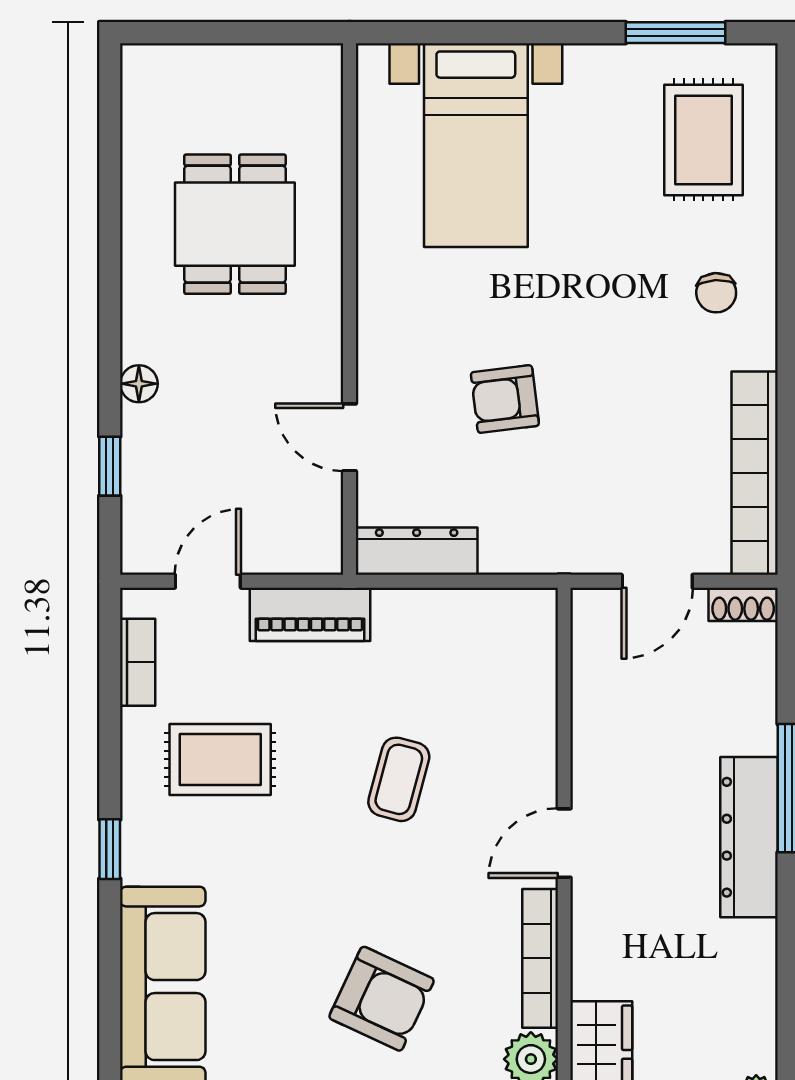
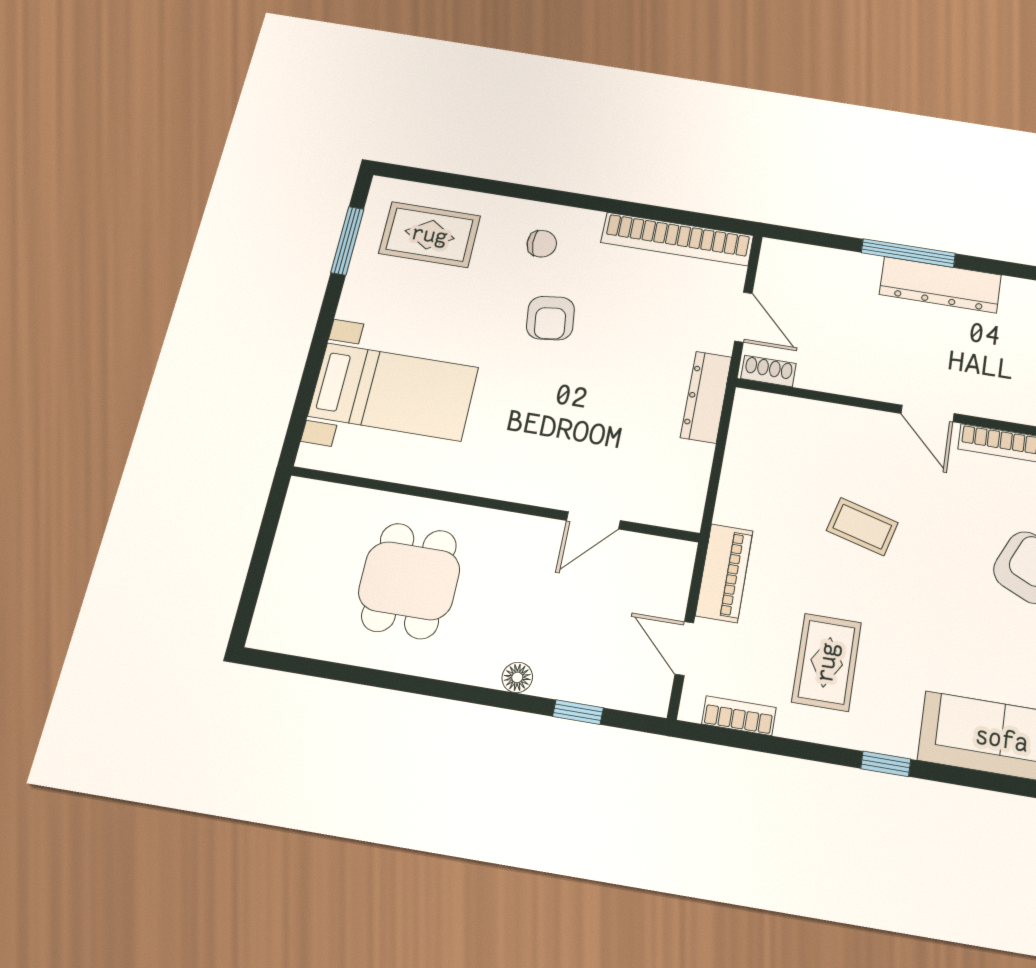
dining table: (235, 224) -> (409, 581), turned 90
armchair: (505, 399) -> (550, 318), moved
dresser: (417, 551) -> (706, 397), moved
shoe rack: (743, 604) -> (768, 371), moved, turned -90

